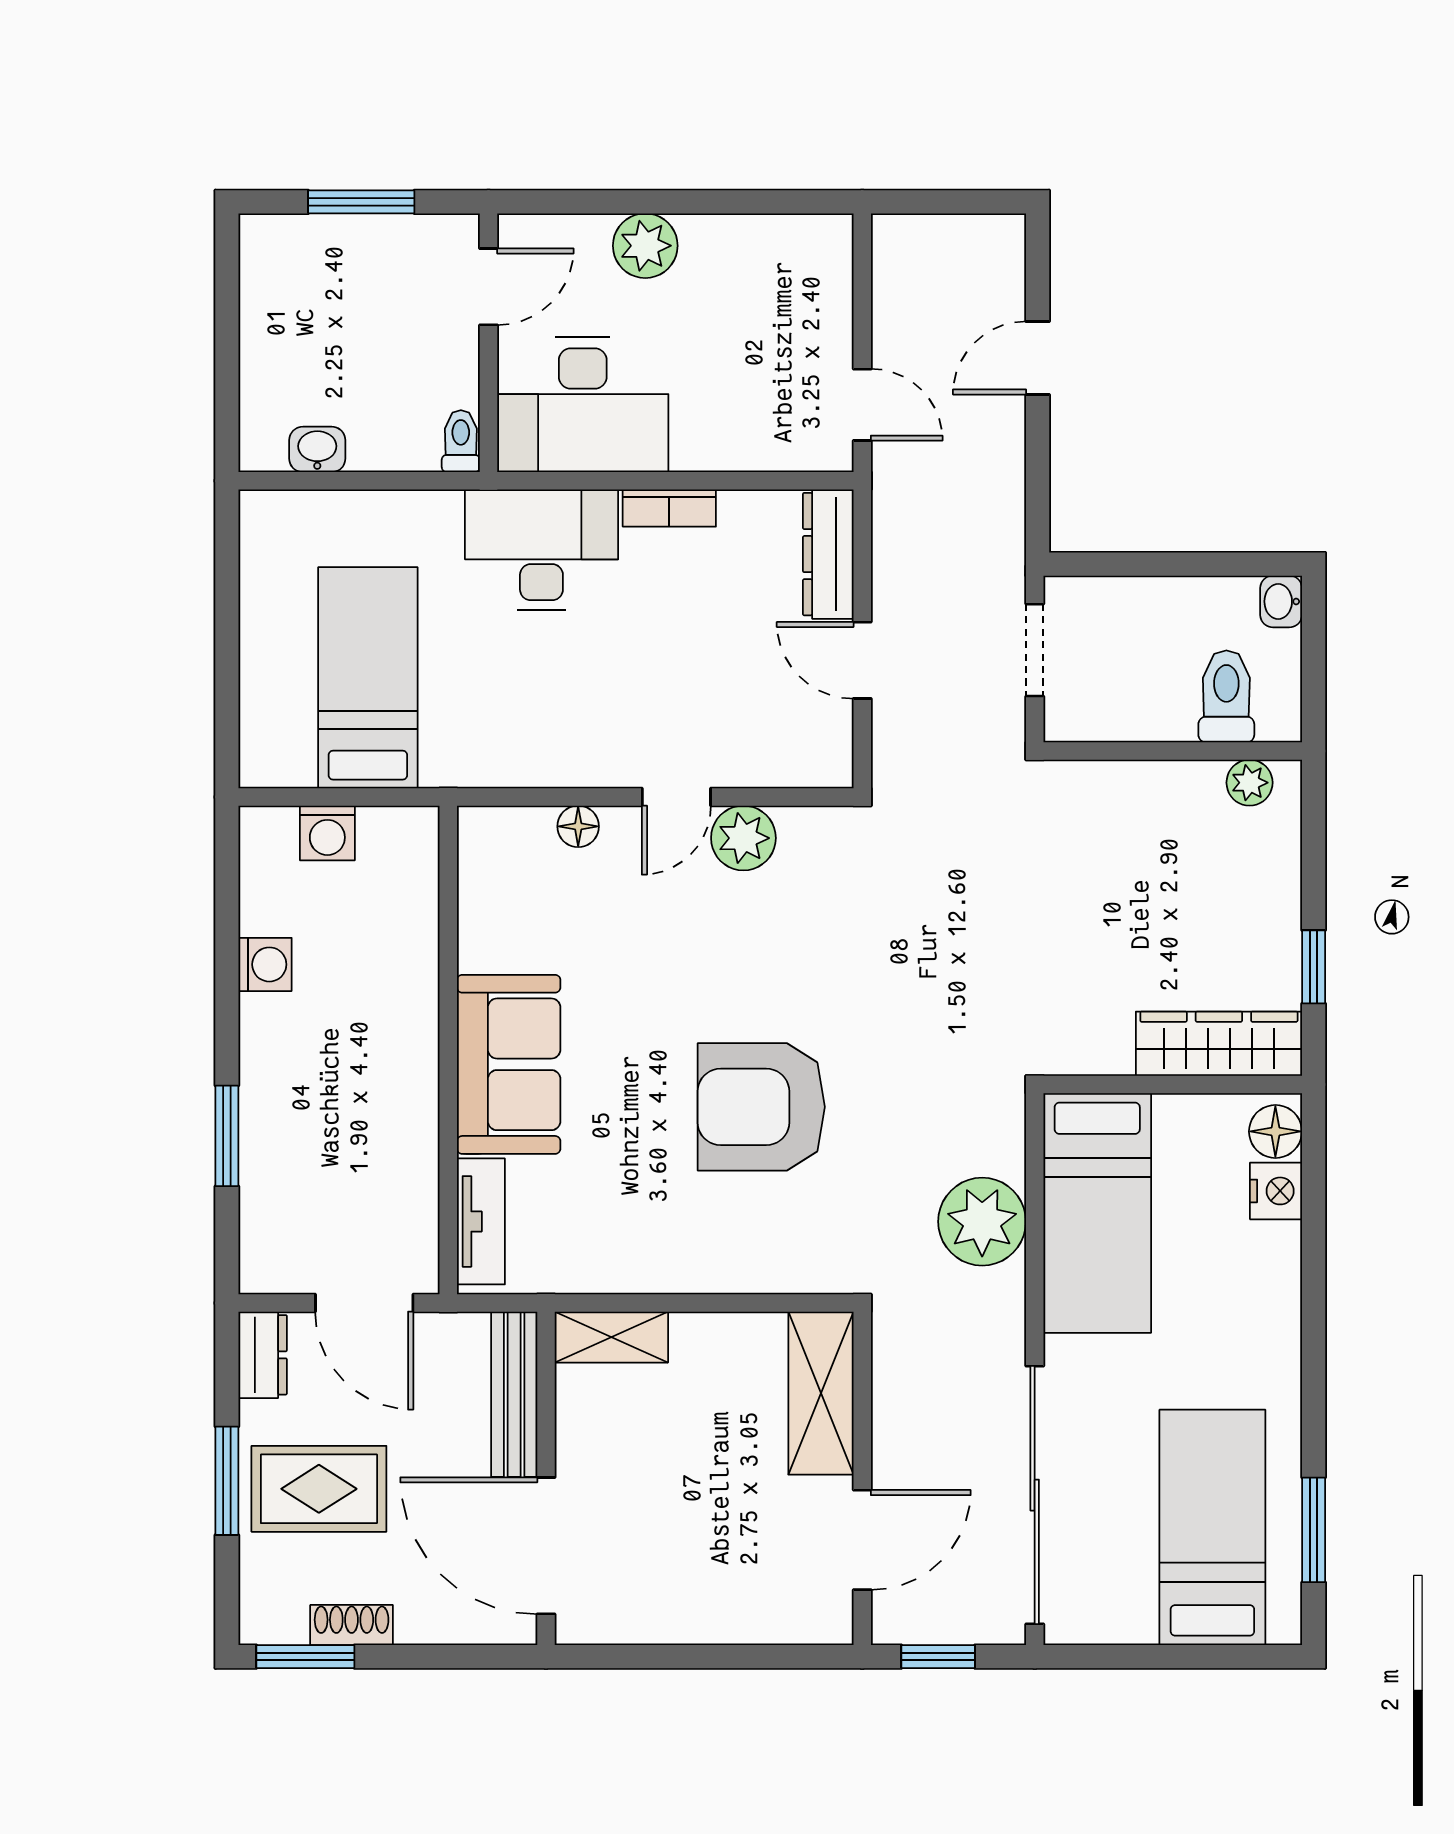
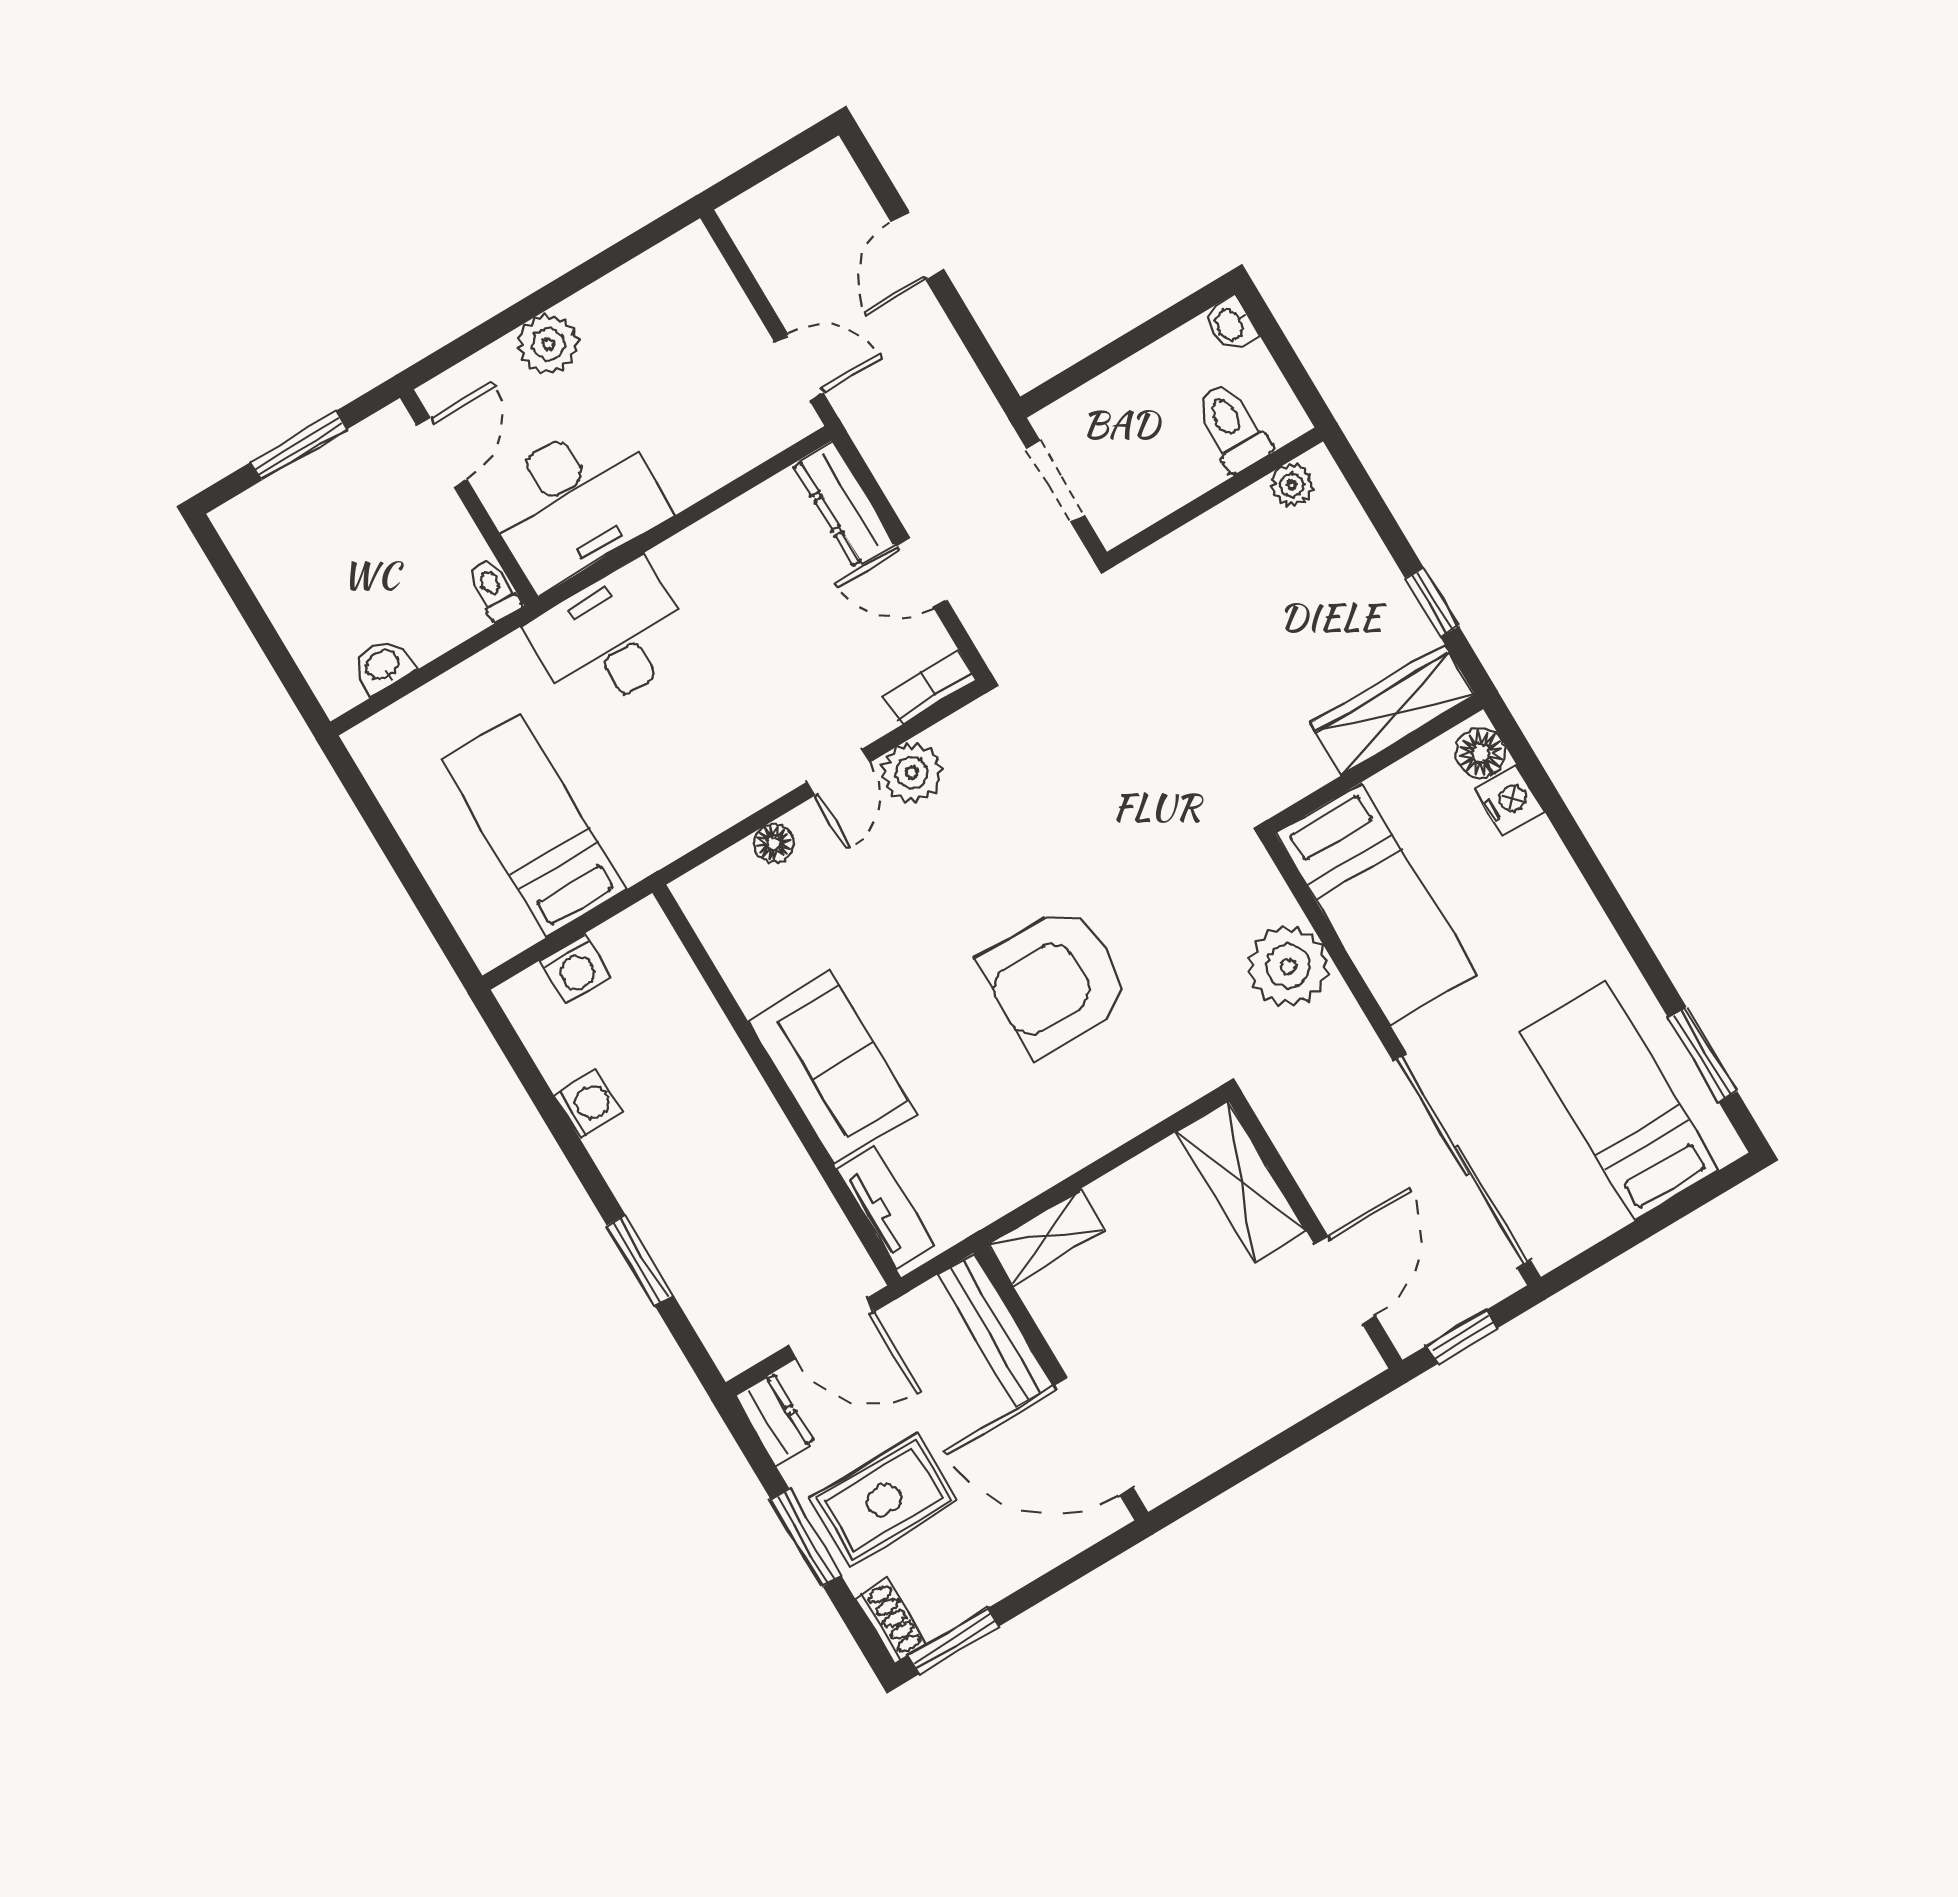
bookcase: (669, 508) -> (930, 687), moved, turned 180
shoe rack: (352, 1625) -> (891, 1621), moved, turned 90

